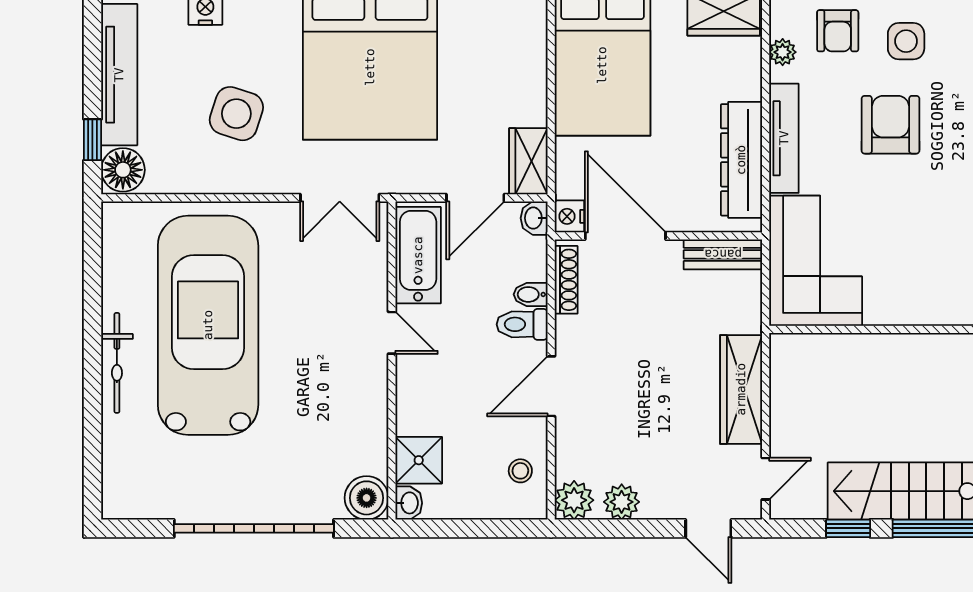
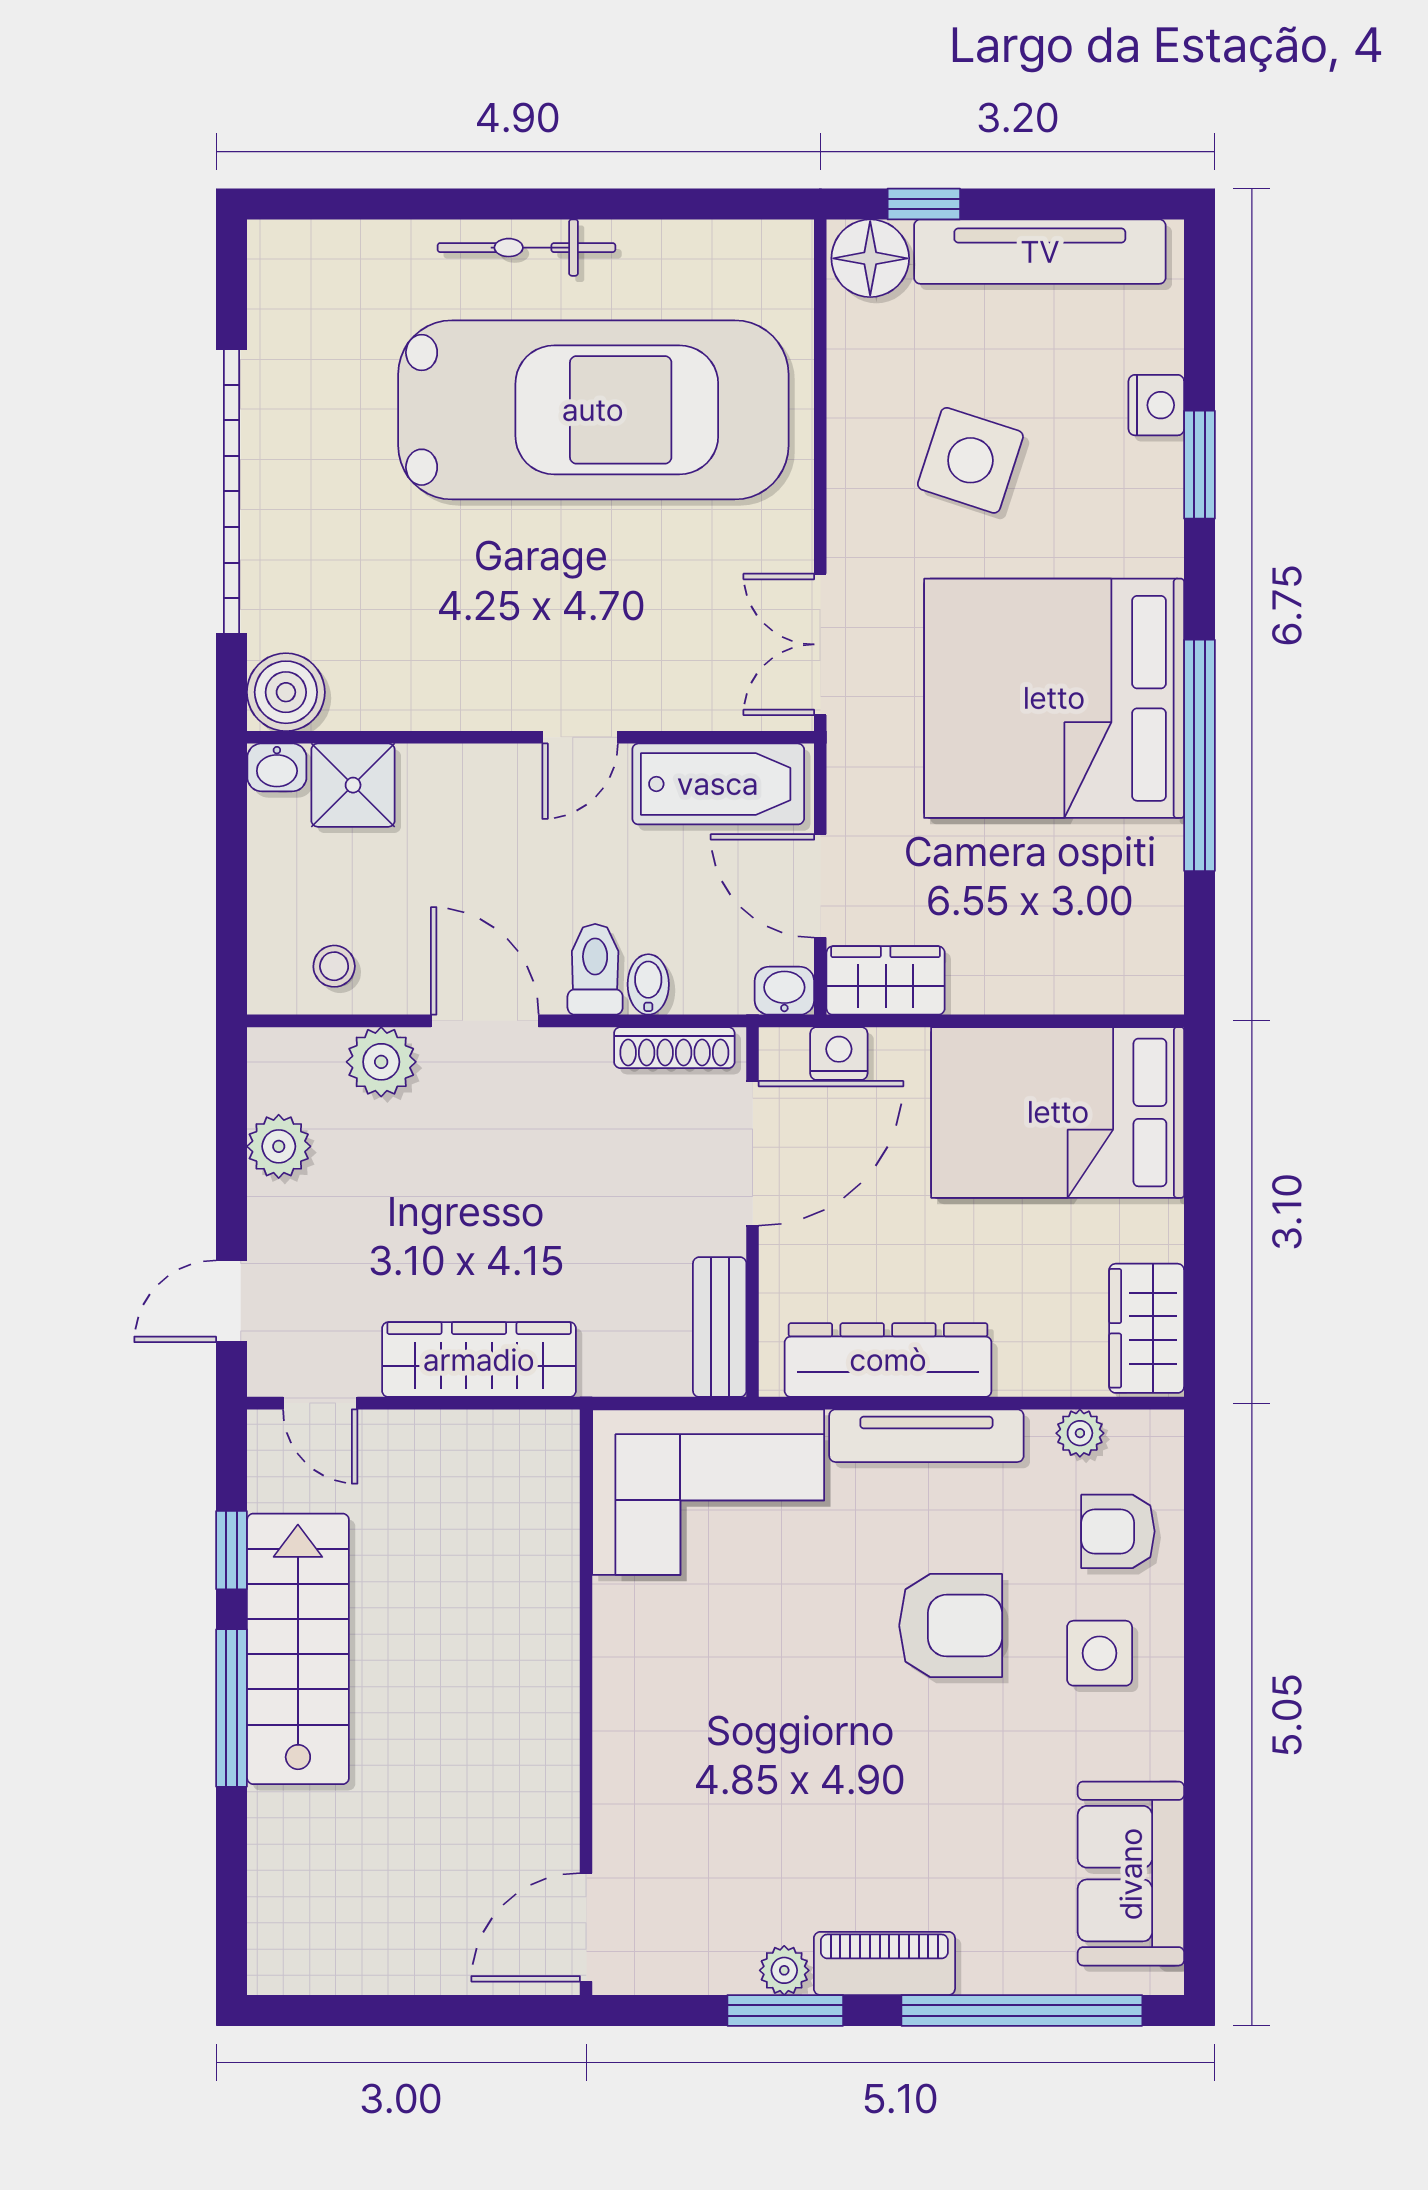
nightstand: (569, 216) -> (839, 1053), moved
plant: (574, 500) -> (381, 1062), moved

